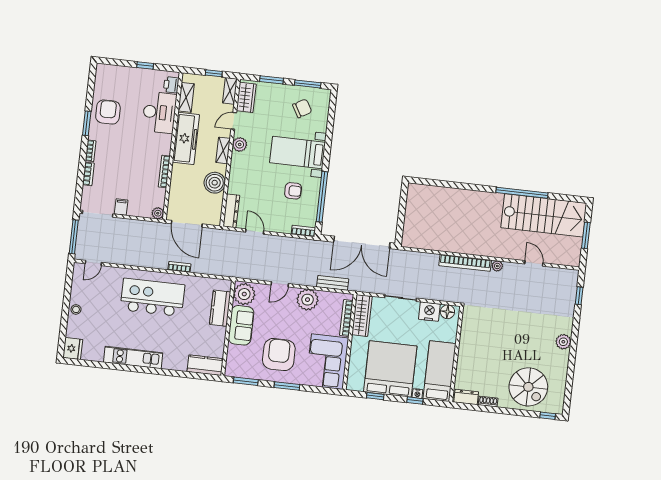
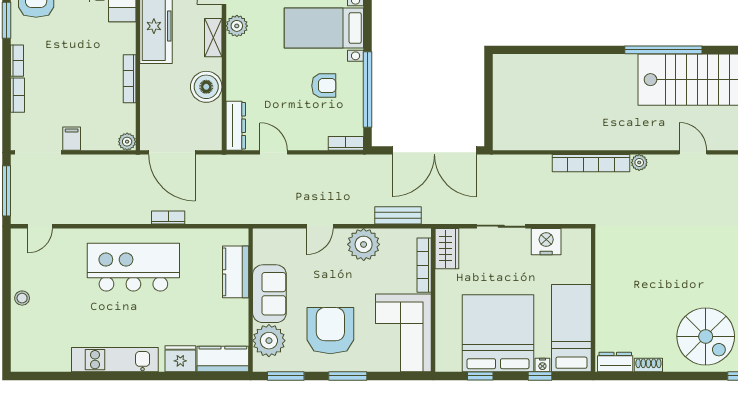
plant: (244, 294) -> (269, 341), moved
floor lamp: (447, 312) -> (573, 239), removed
wardrobe: (362, 315) -> (447, 249), width x0.67
fridge: (73, 349) -> (180, 359), moved, turned -90

